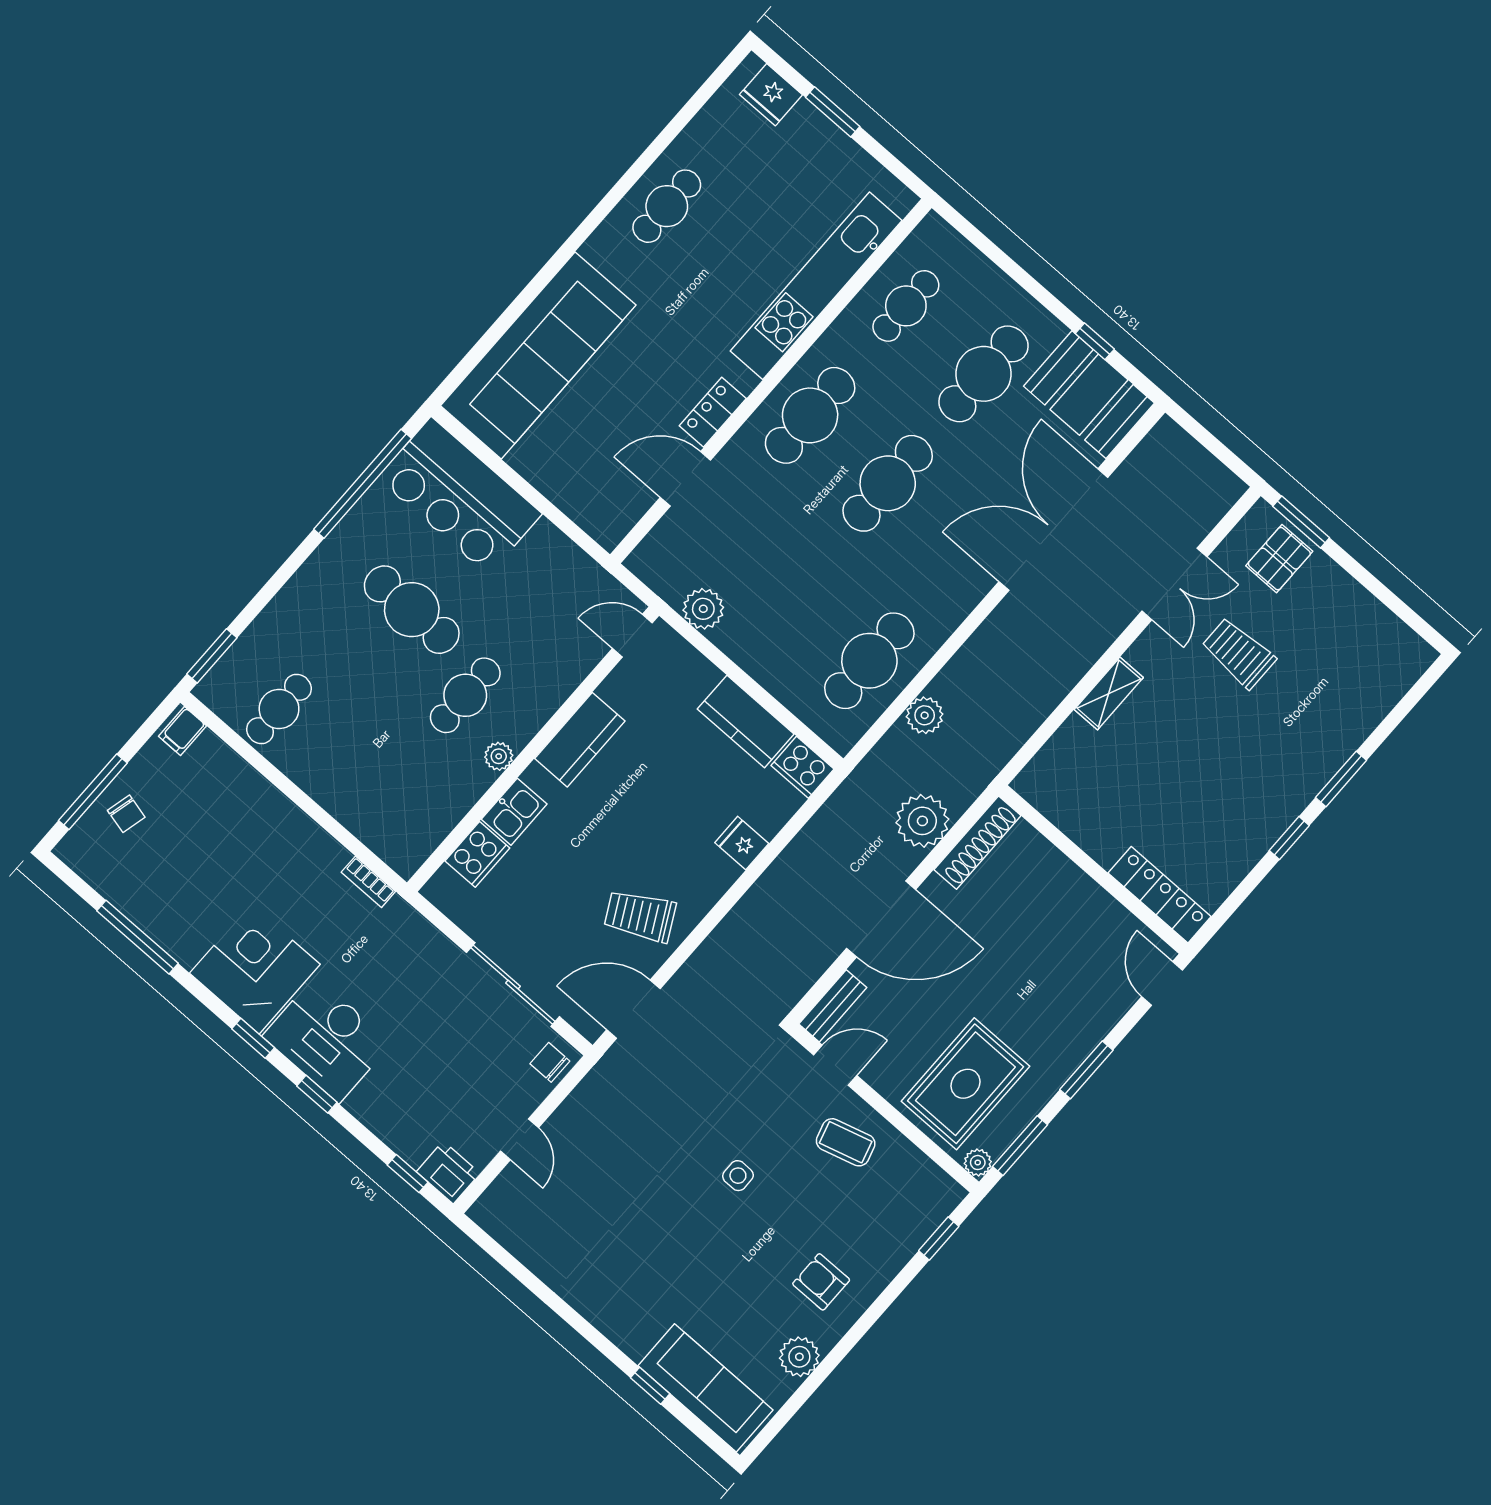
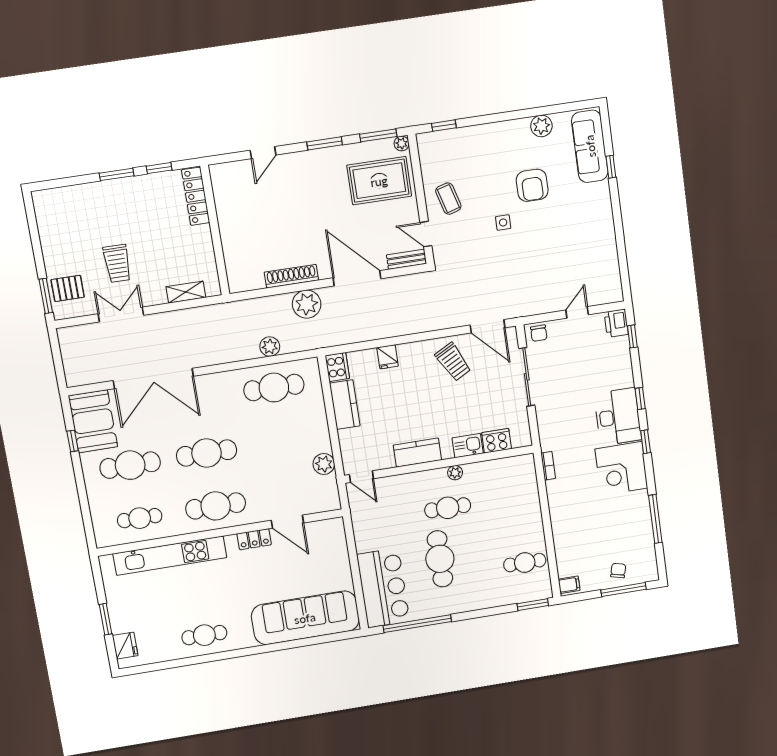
wall: (1093, 869) -> (215, 230), moved
locker: (1160, 895) -> (196, 196), moved
armchair: (821, 1282) -> (532, 185), moved, width x1.38, depth x1.38

